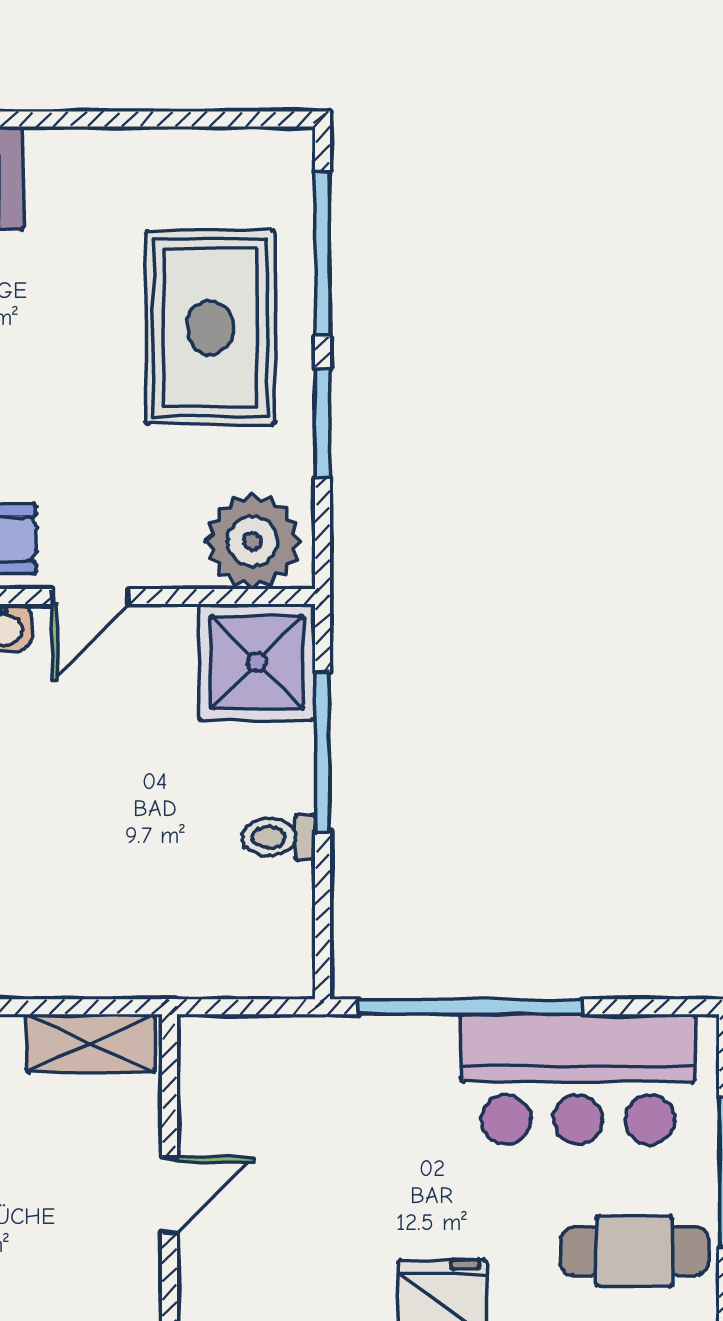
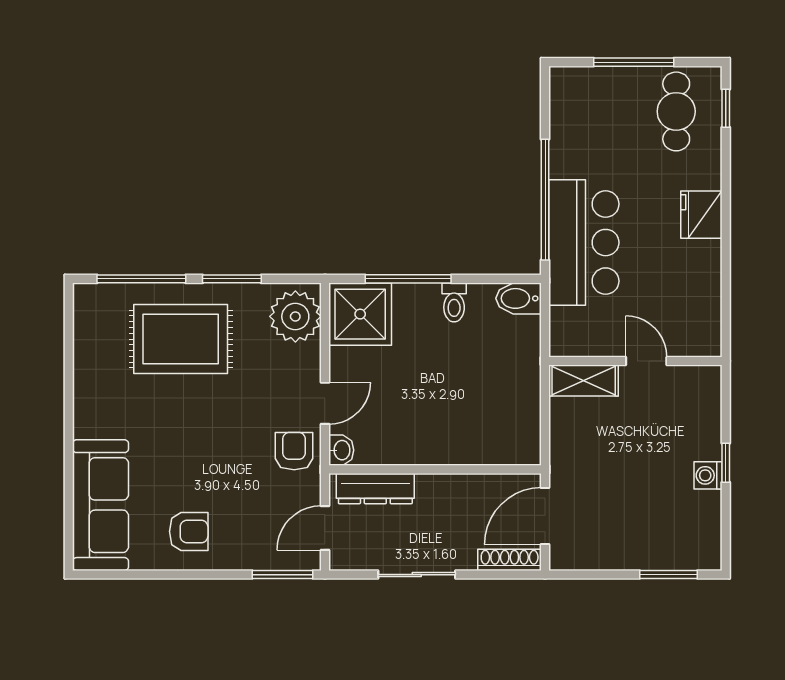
door: (91, 597) -> (325, 403), hinge flipped
bidet: (286, 957) -> (519, 298), added
shelving: (91, 1043) -> (584, 380), moved, turned 90
bar counter: (578, 1079) -> (584, 243), moved

